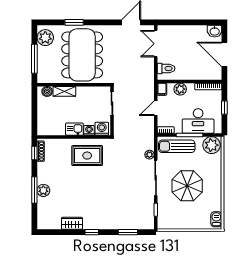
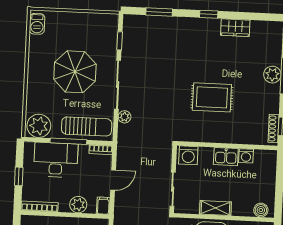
shelving: (64, 91) -> (215, 208), moved
washing machine: (89, 130) -> (246, 156), moved
rug: (87, 156) -> (212, 97), moved

